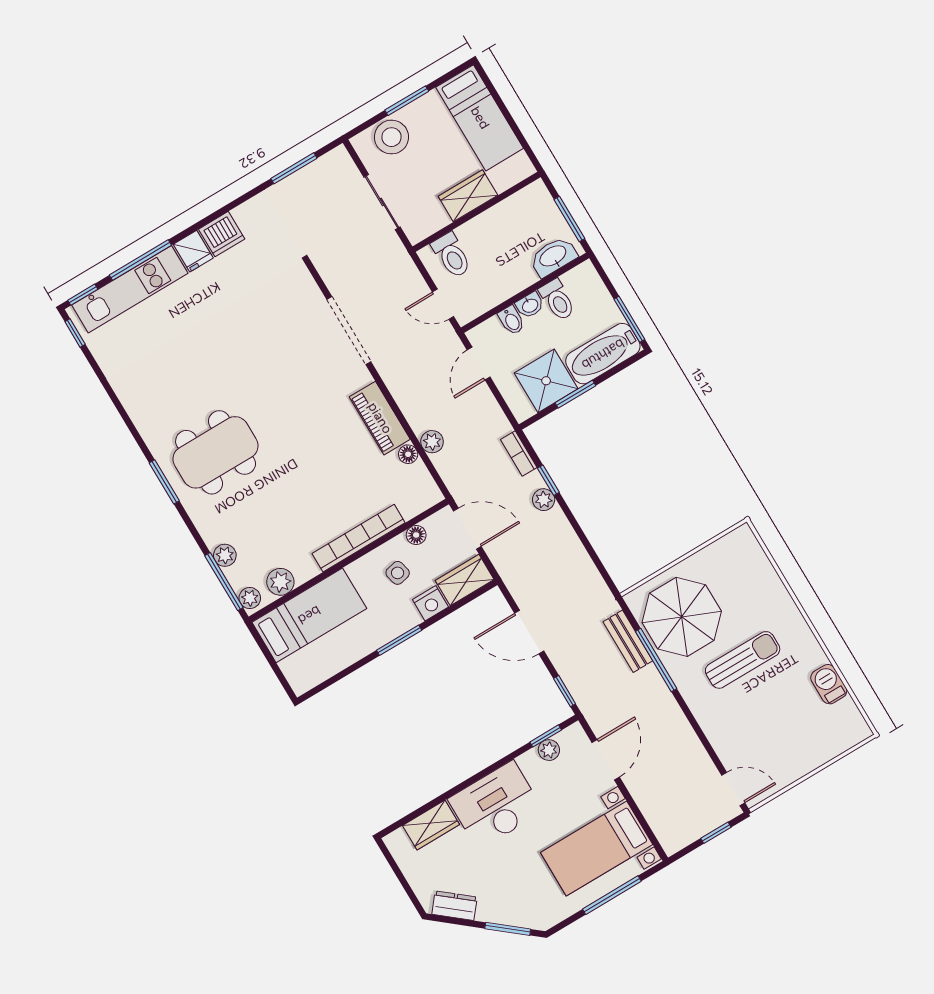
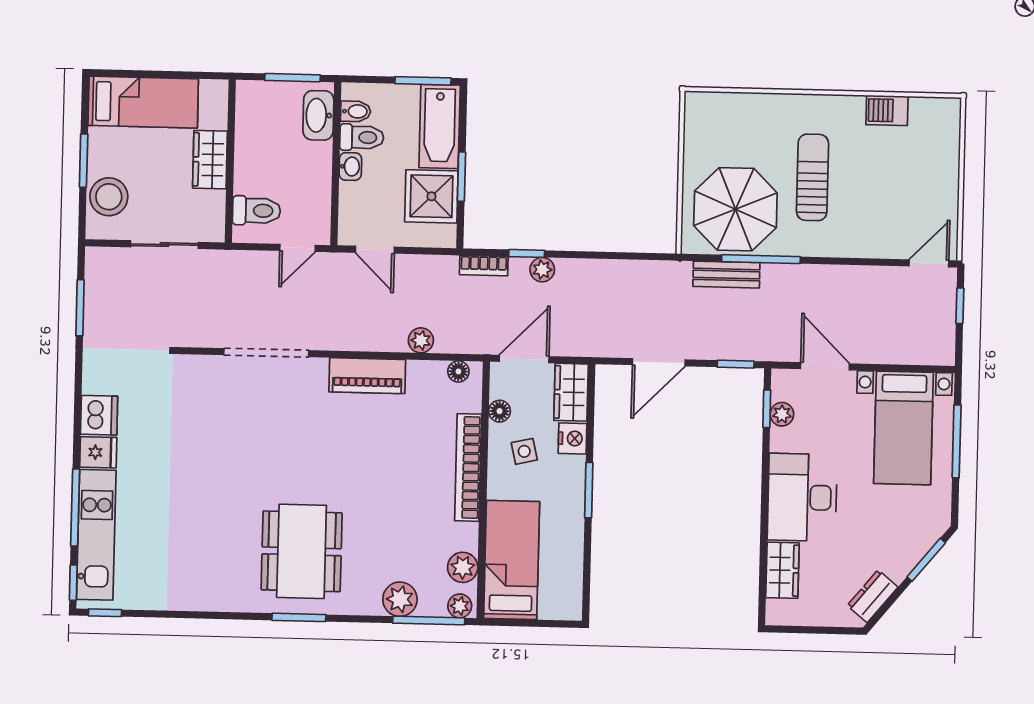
bidet: (511, 320) -> (356, 111), moved
floor lamp: (408, 454) -> (458, 371), moved
plant: (225, 555) -> (400, 599), width x1.38, depth x1.38

